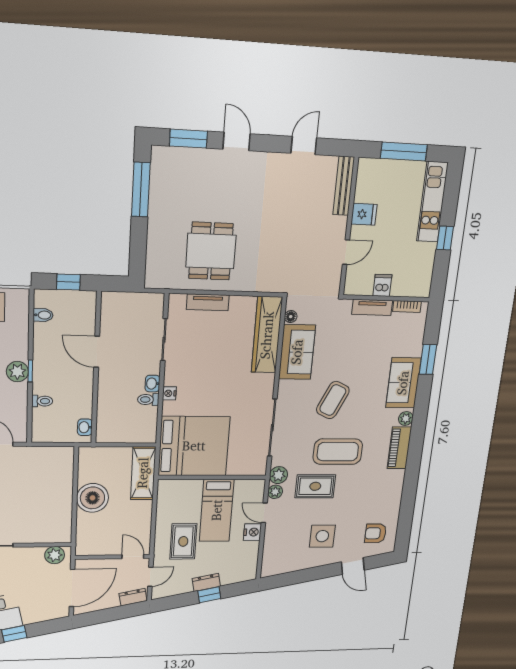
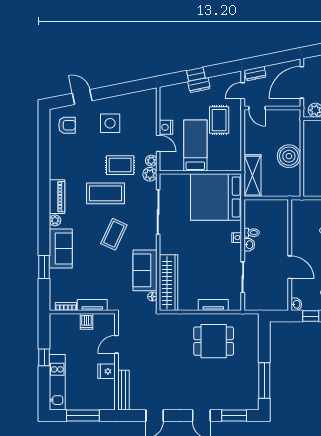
dining table: (211, 251) -> (214, 341), turned 90
washbasin: (85, 427) -> (296, 304), moved

